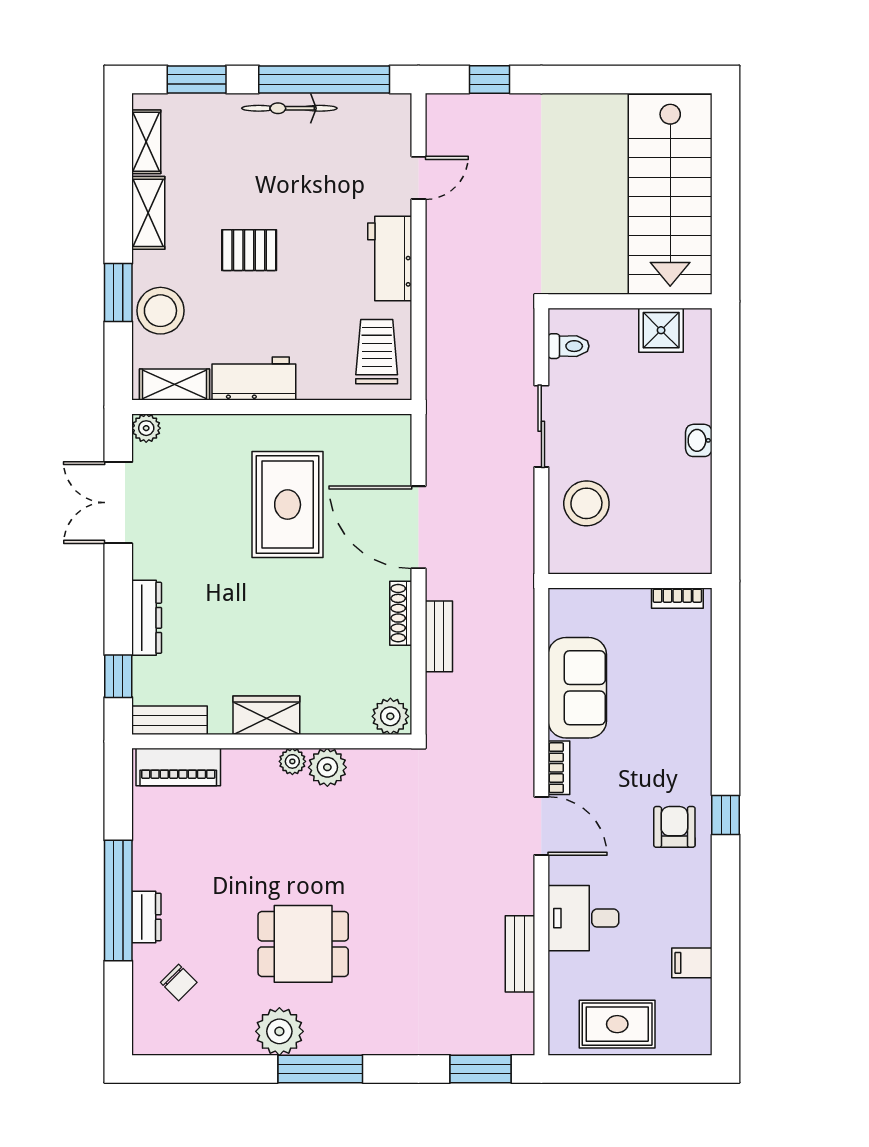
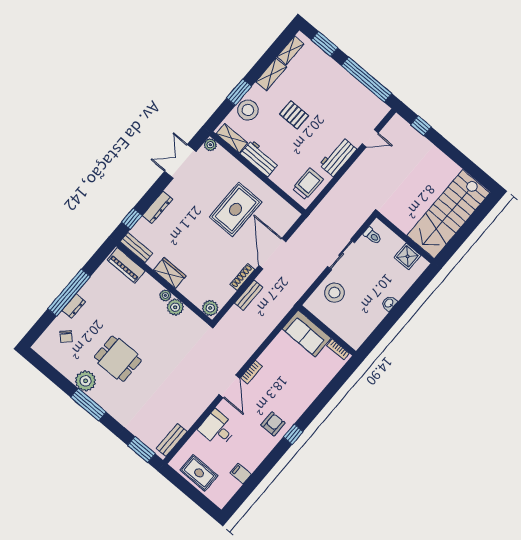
bicycle: (289, 108) -> (347, 79), removed
sofa: (577, 688) -> (307, 333), moved, turned 90
bench: (520, 954) -> (172, 440), moved

